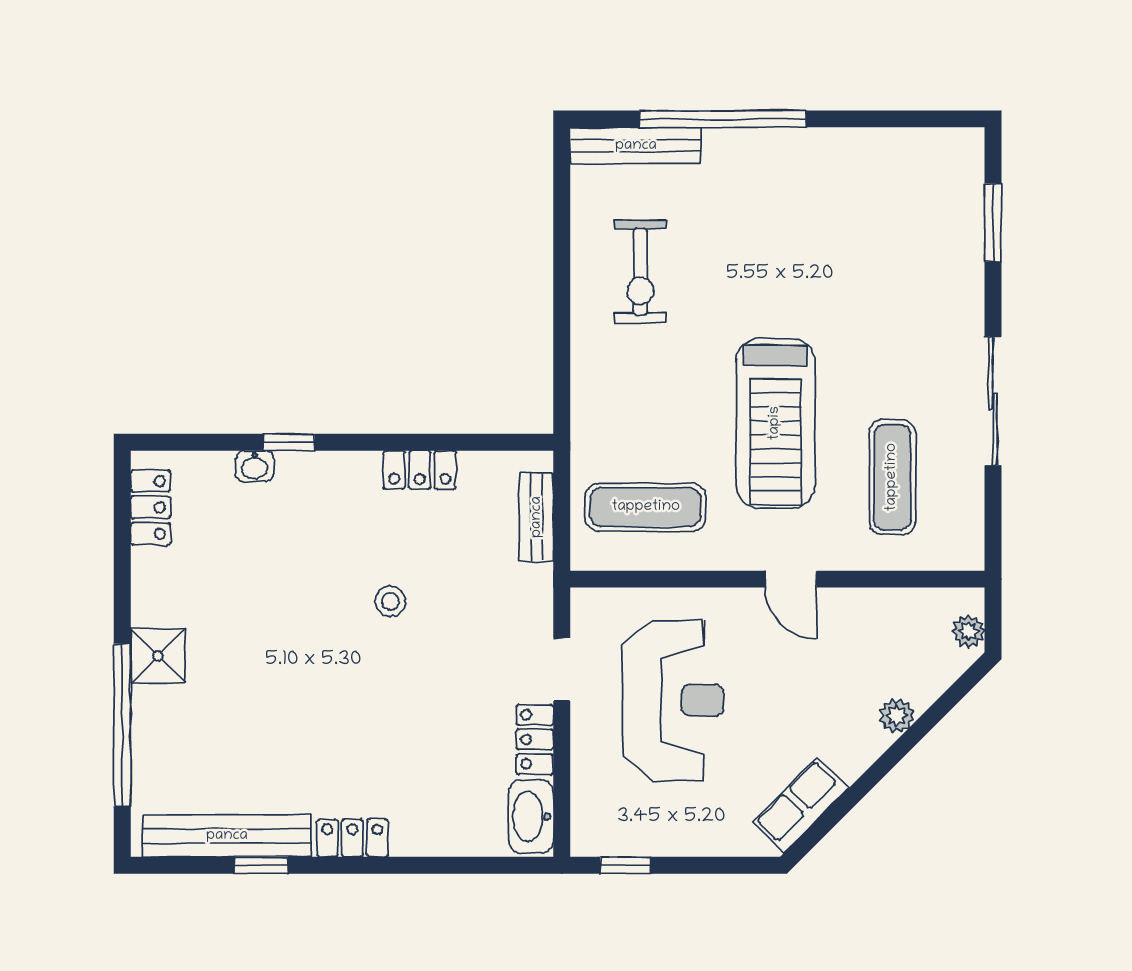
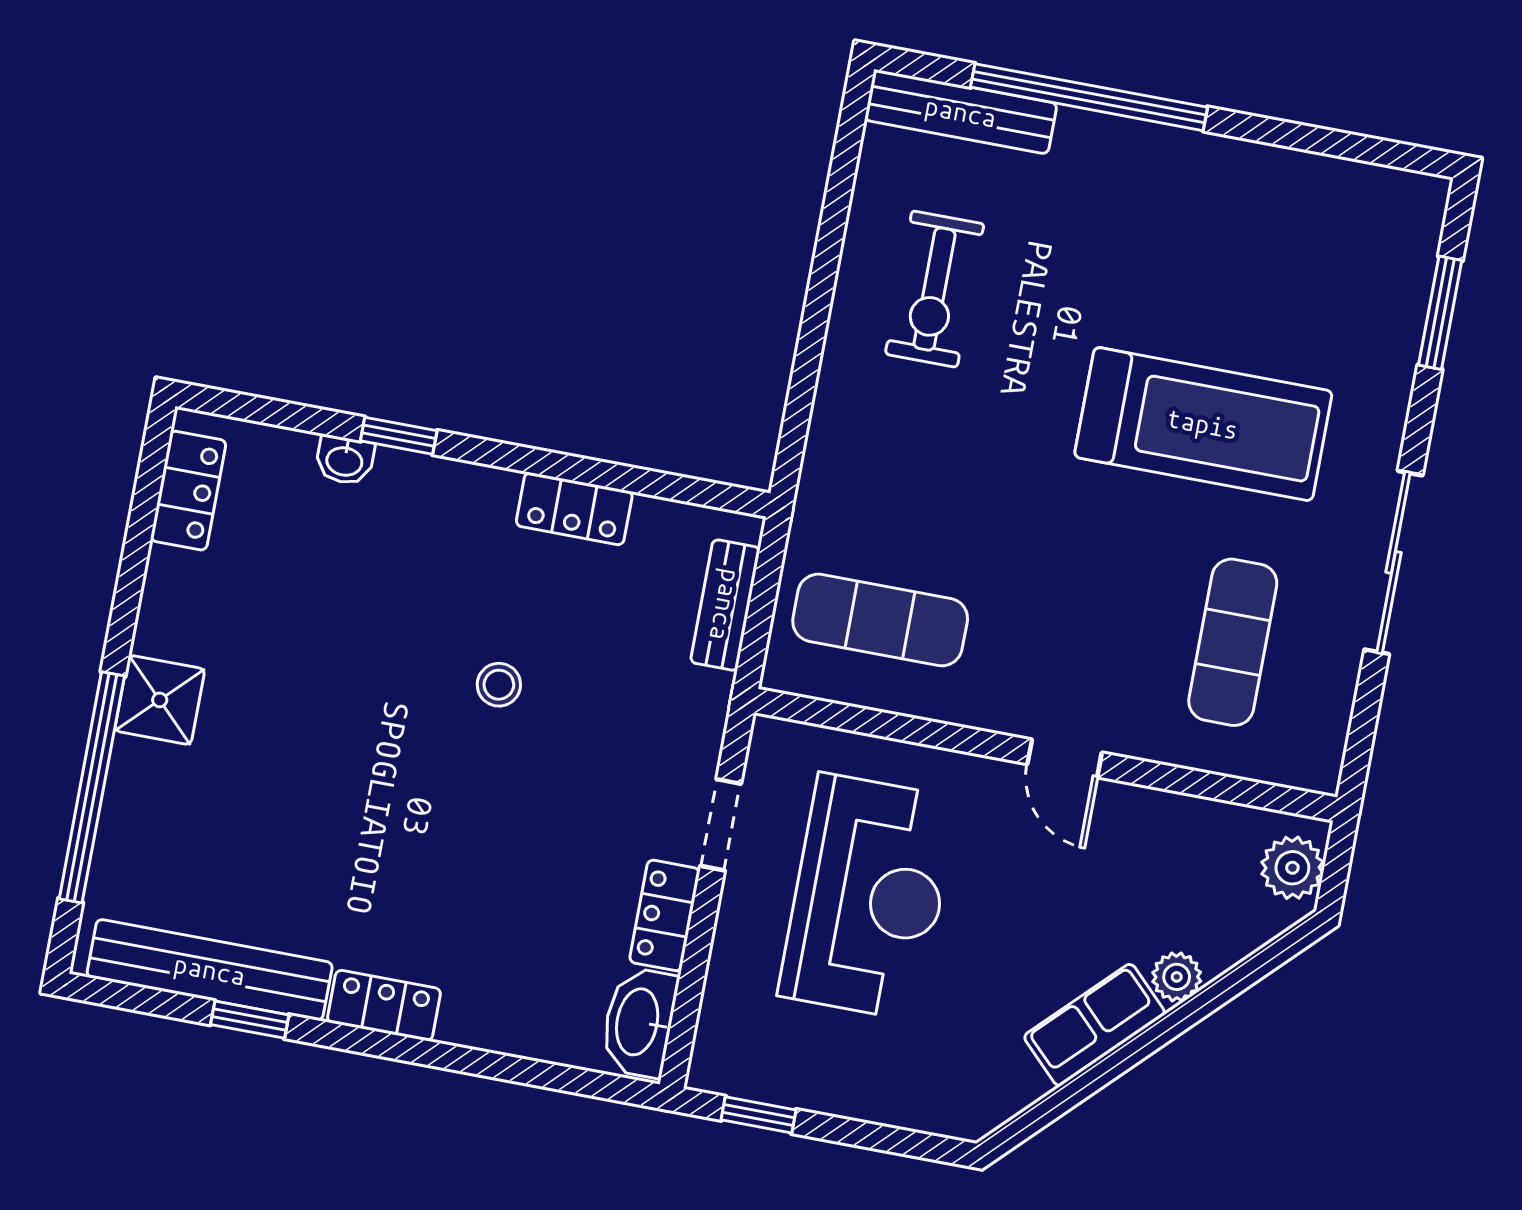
treadmill: (775, 423) -> (1203, 424), moved, turned -90
plant: (969, 631) -> (1292, 868), width x1.38, depth x1.38
row of seats: (800, 805) -> (1094, 1025), moved

